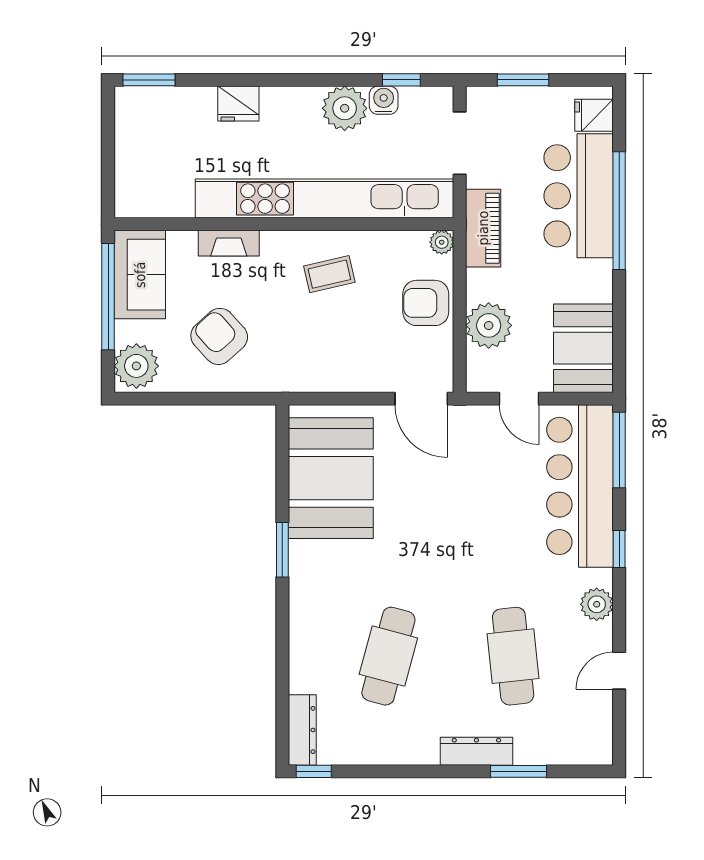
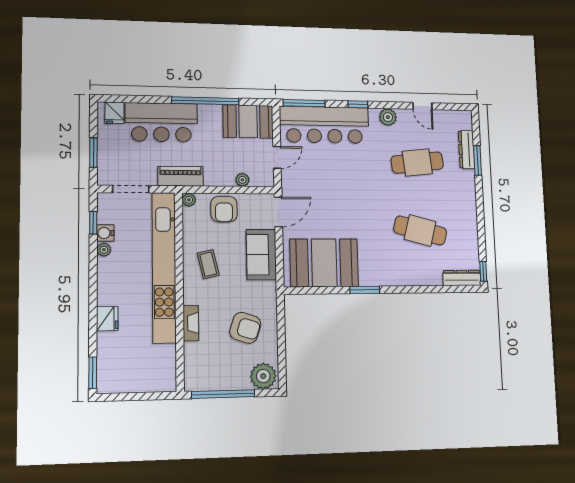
plant: (345, 108) -> (104, 250), width x0.53, depth x0.53
window: (619, 211) -> (205, 101), moved
sofa: (140, 275) -> (261, 255), moved, turned -90
plant: (489, 325) -> (242, 180), width x0.53, depth x0.53
armchair: (219, 336) -> (245, 328), turned -120
dresser: (476, 751) -> (467, 150), moved

